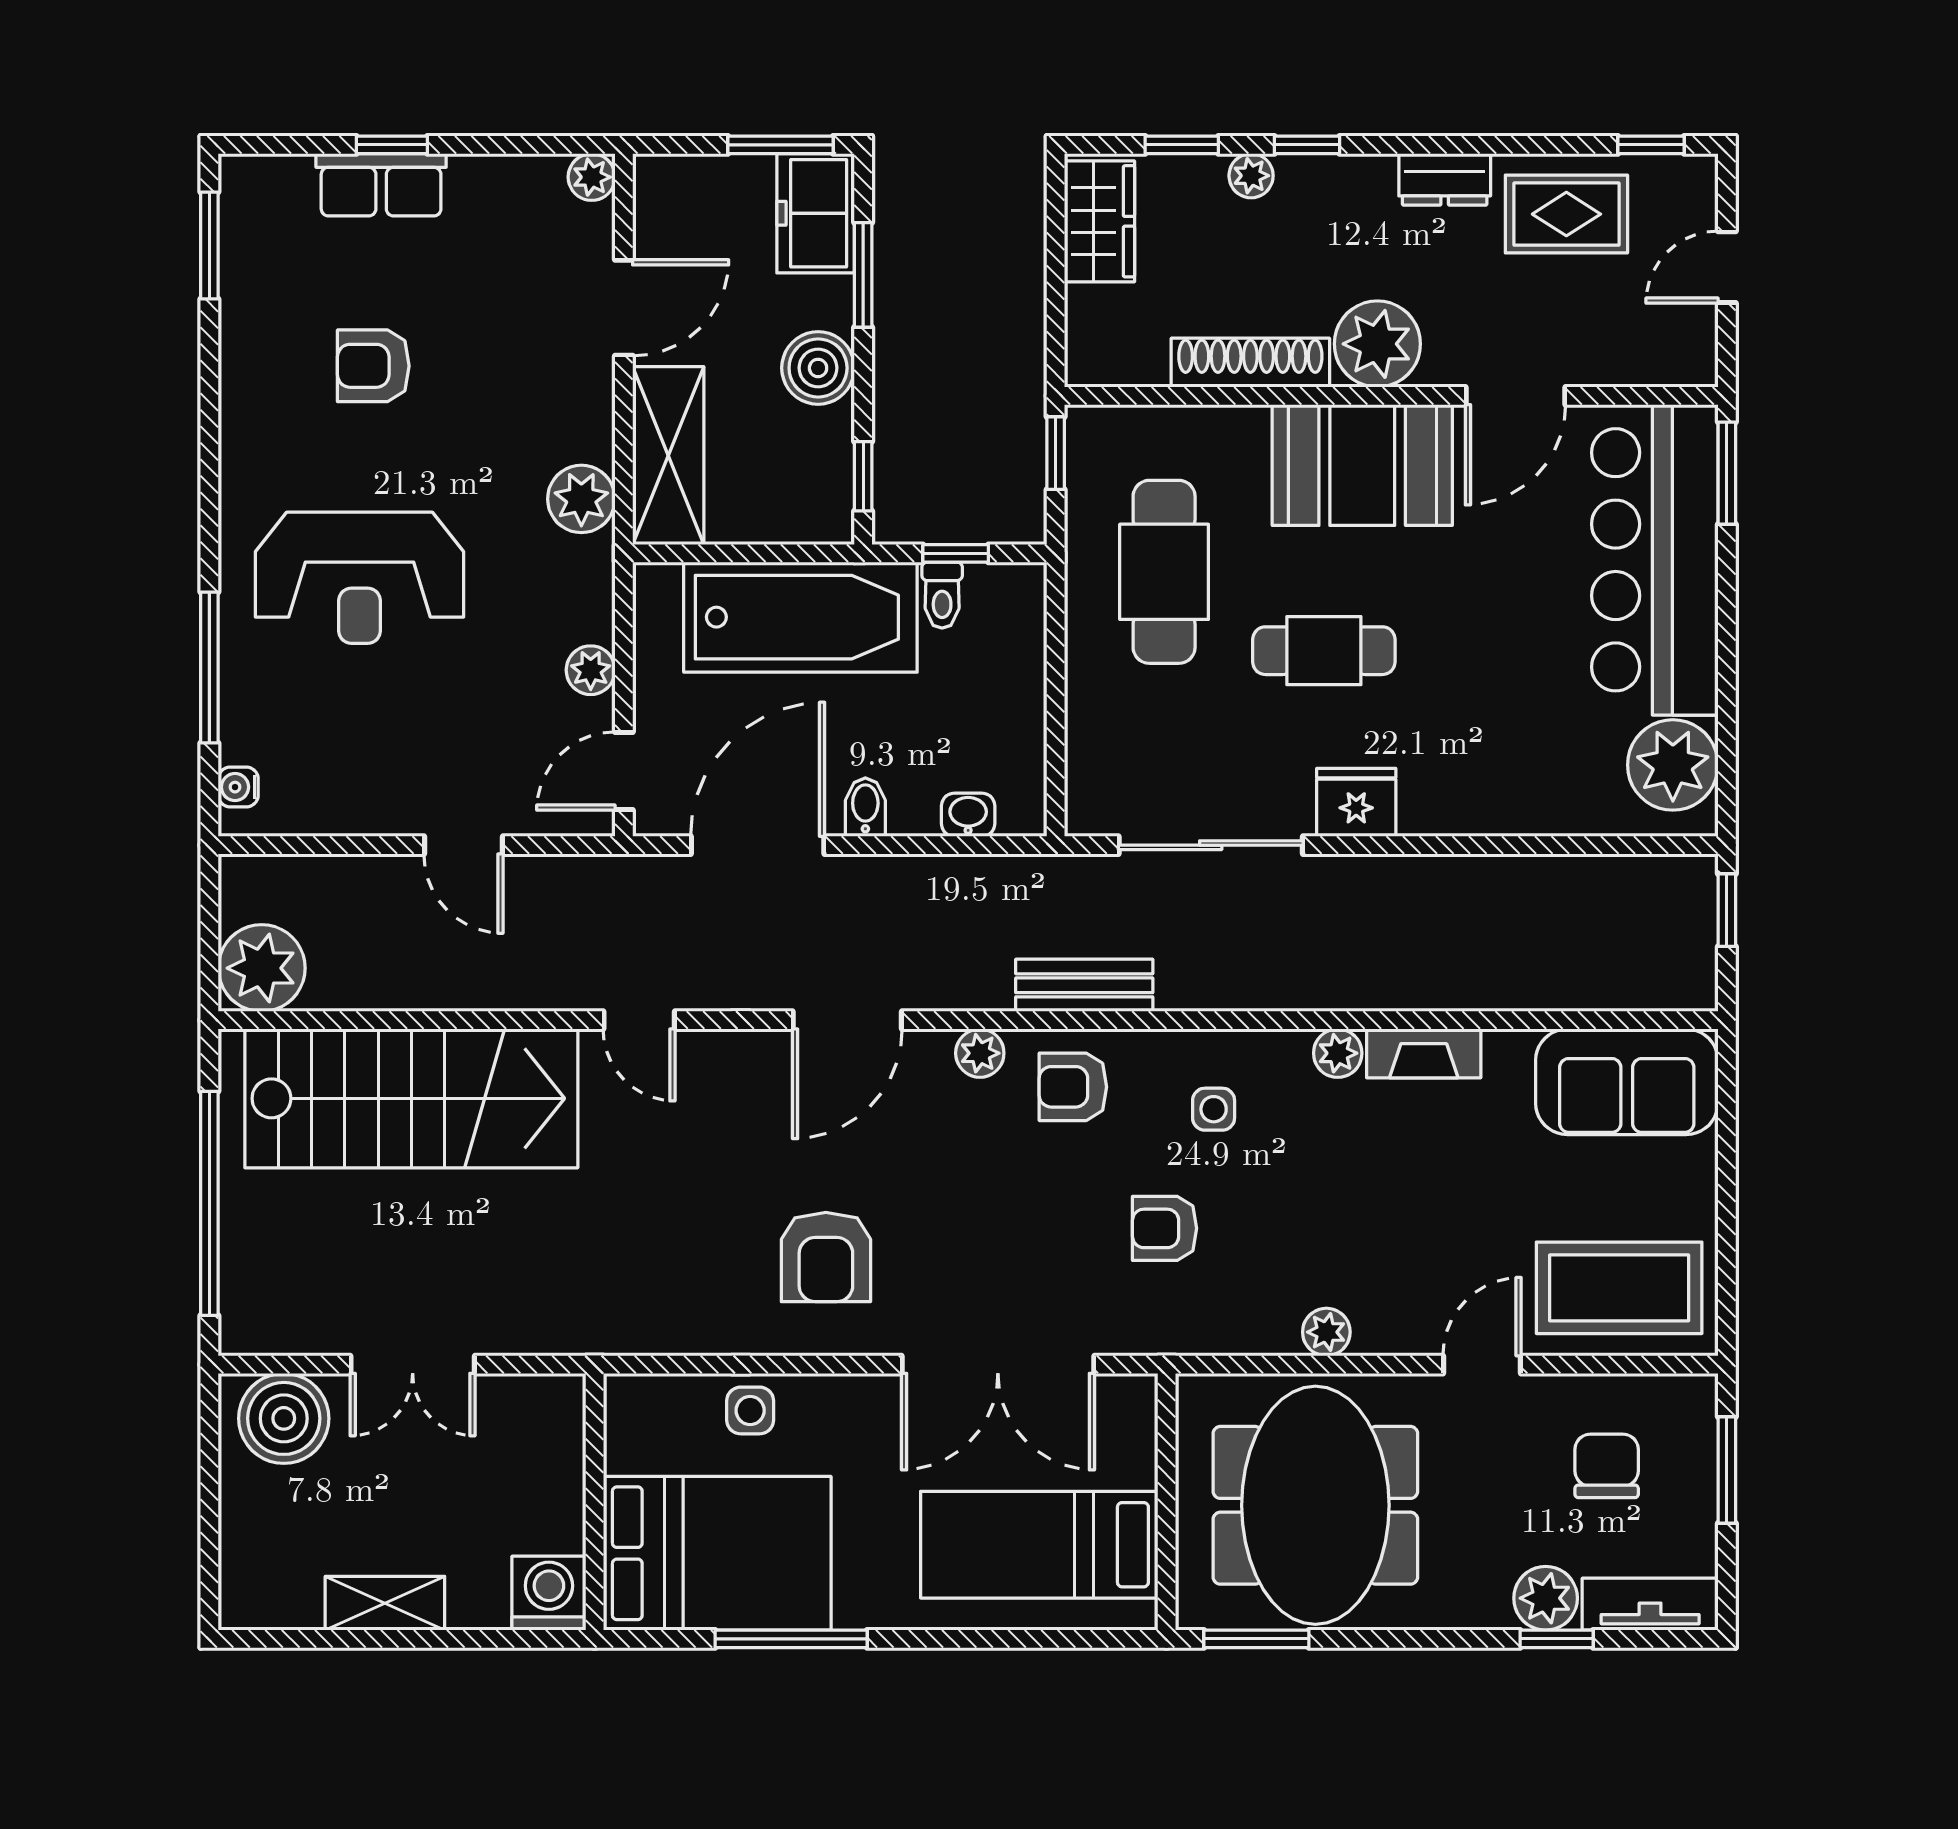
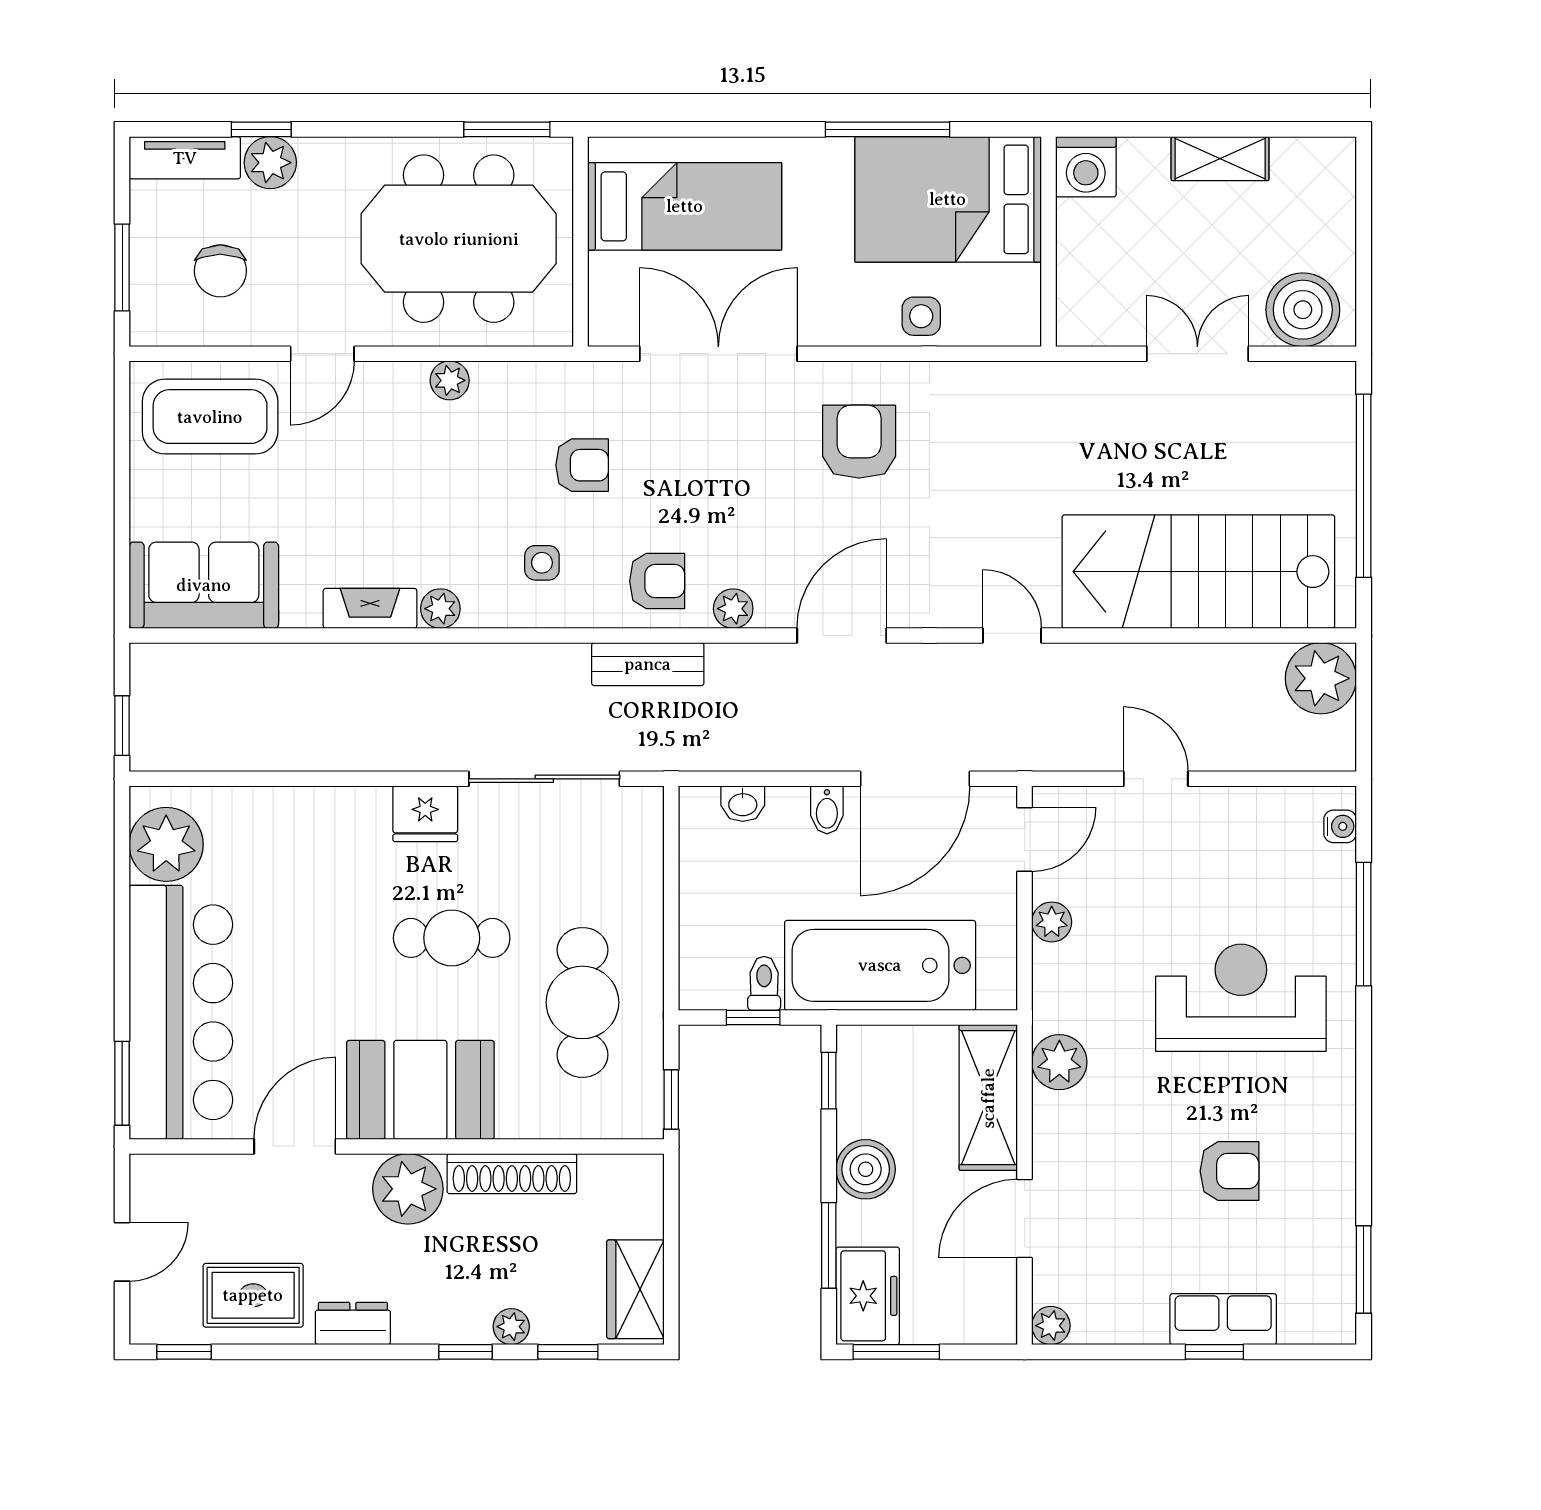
meeting table: (1315, 1505) -> (459, 239), turned 90

